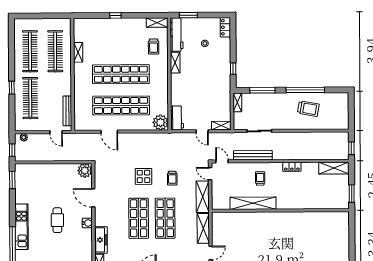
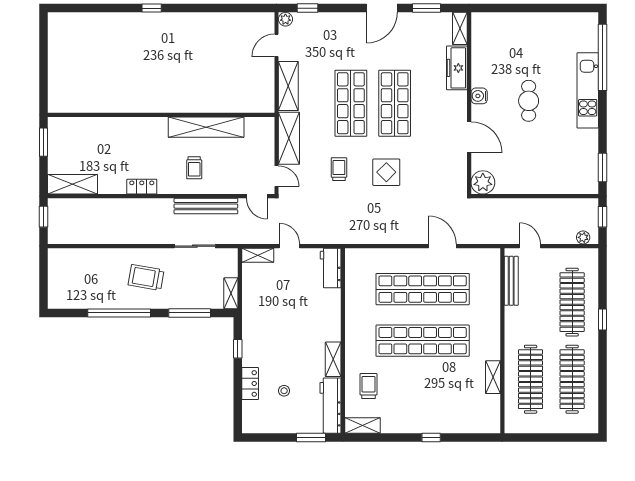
locker: (225, 27) -> (250, 383), moved
trolley: (308, 109) -> (146, 277), moved
plant: (160, 122) -> (358, 261), removed

